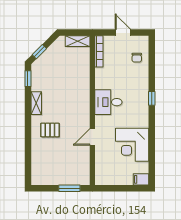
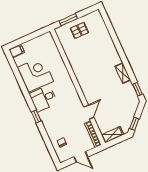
window: (39, 52) -> (134, 124), moved
desk: (108, 102) -> (43, 98), moved, turned 180
pallet: (50, 130) -> (79, 30), moved
door: (92, 137) -> (89, 112), moved

